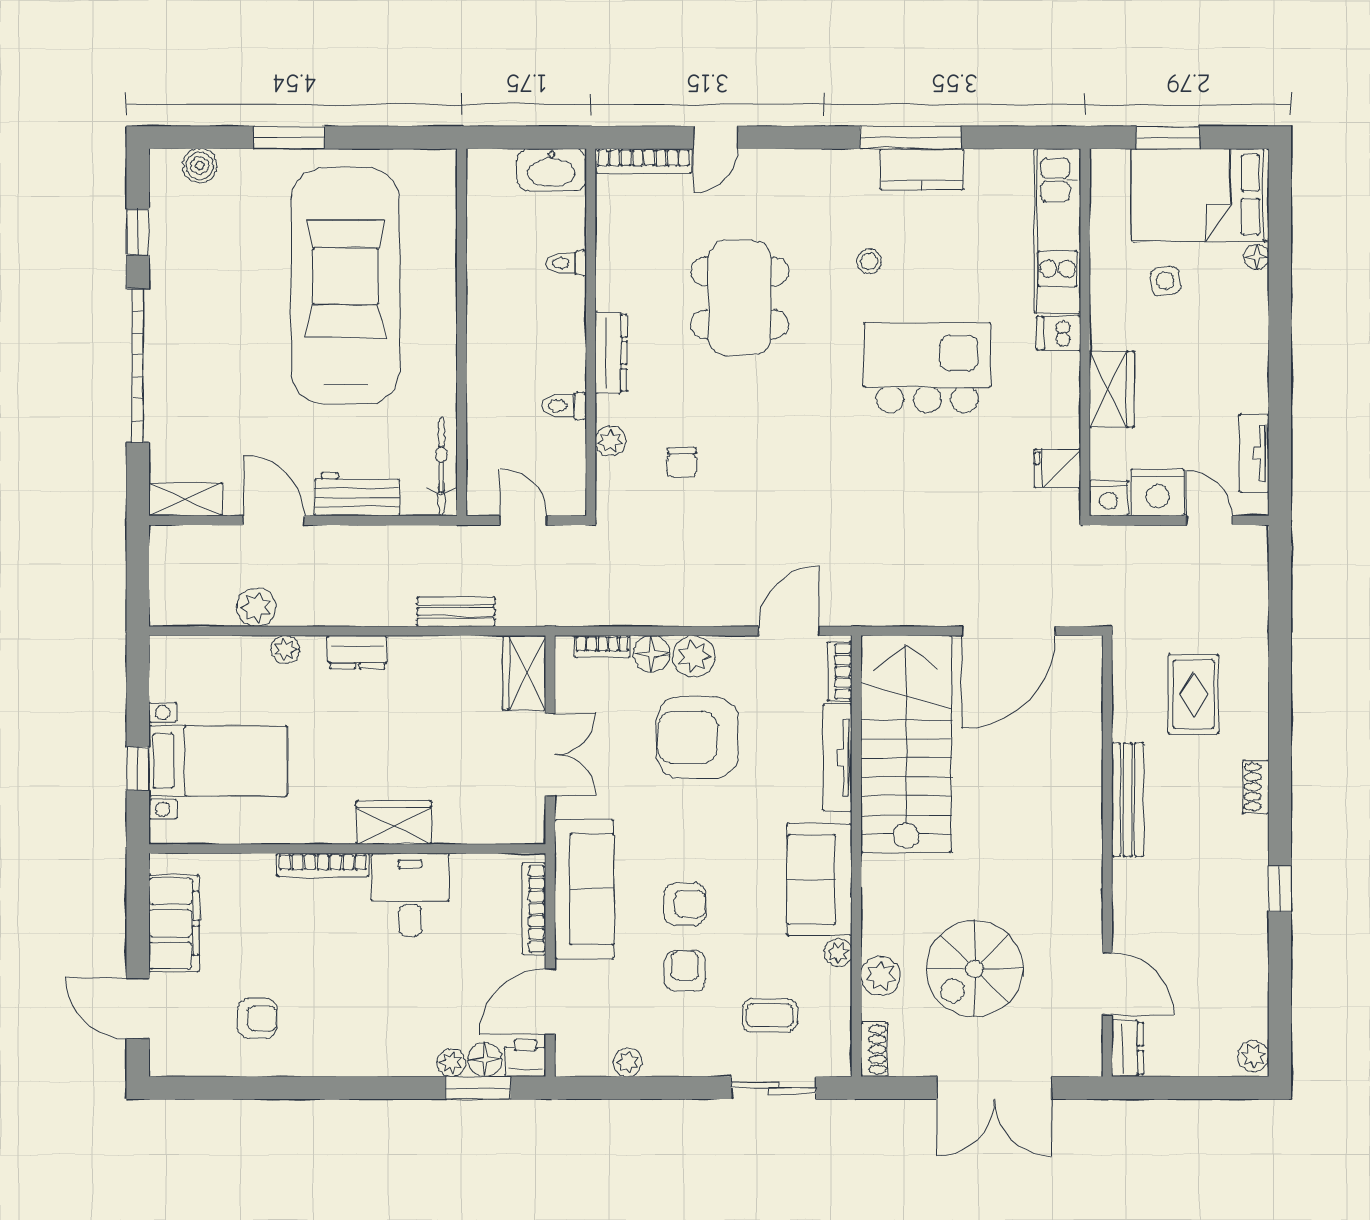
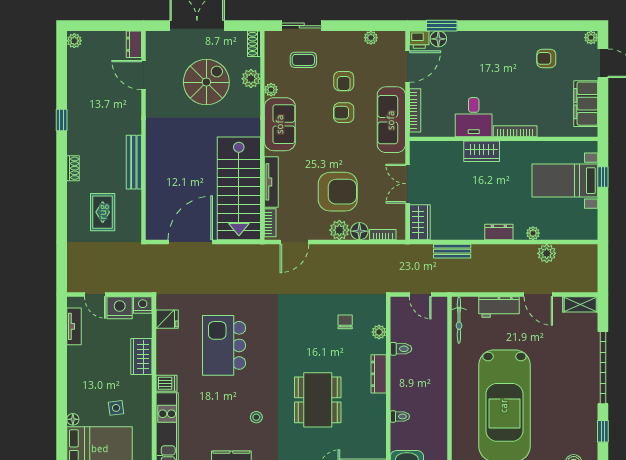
kitchen island: (927, 368) -> (224, 345), moved, turned 90
plant: (451, 1063) -> (591, 38), moved

